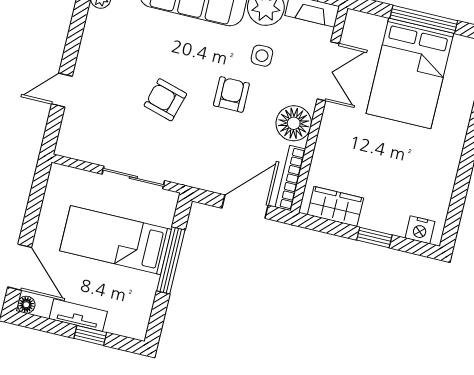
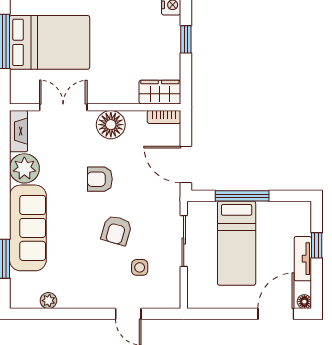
side table: (262, 56) -> (140, 267), moved
bookcase: (290, 178) -> (164, 117), width x0.64
wardrobe: (335, 206) -> (160, 92), moved, turned 90
door: (245, 207) -> (186, 164), moved

